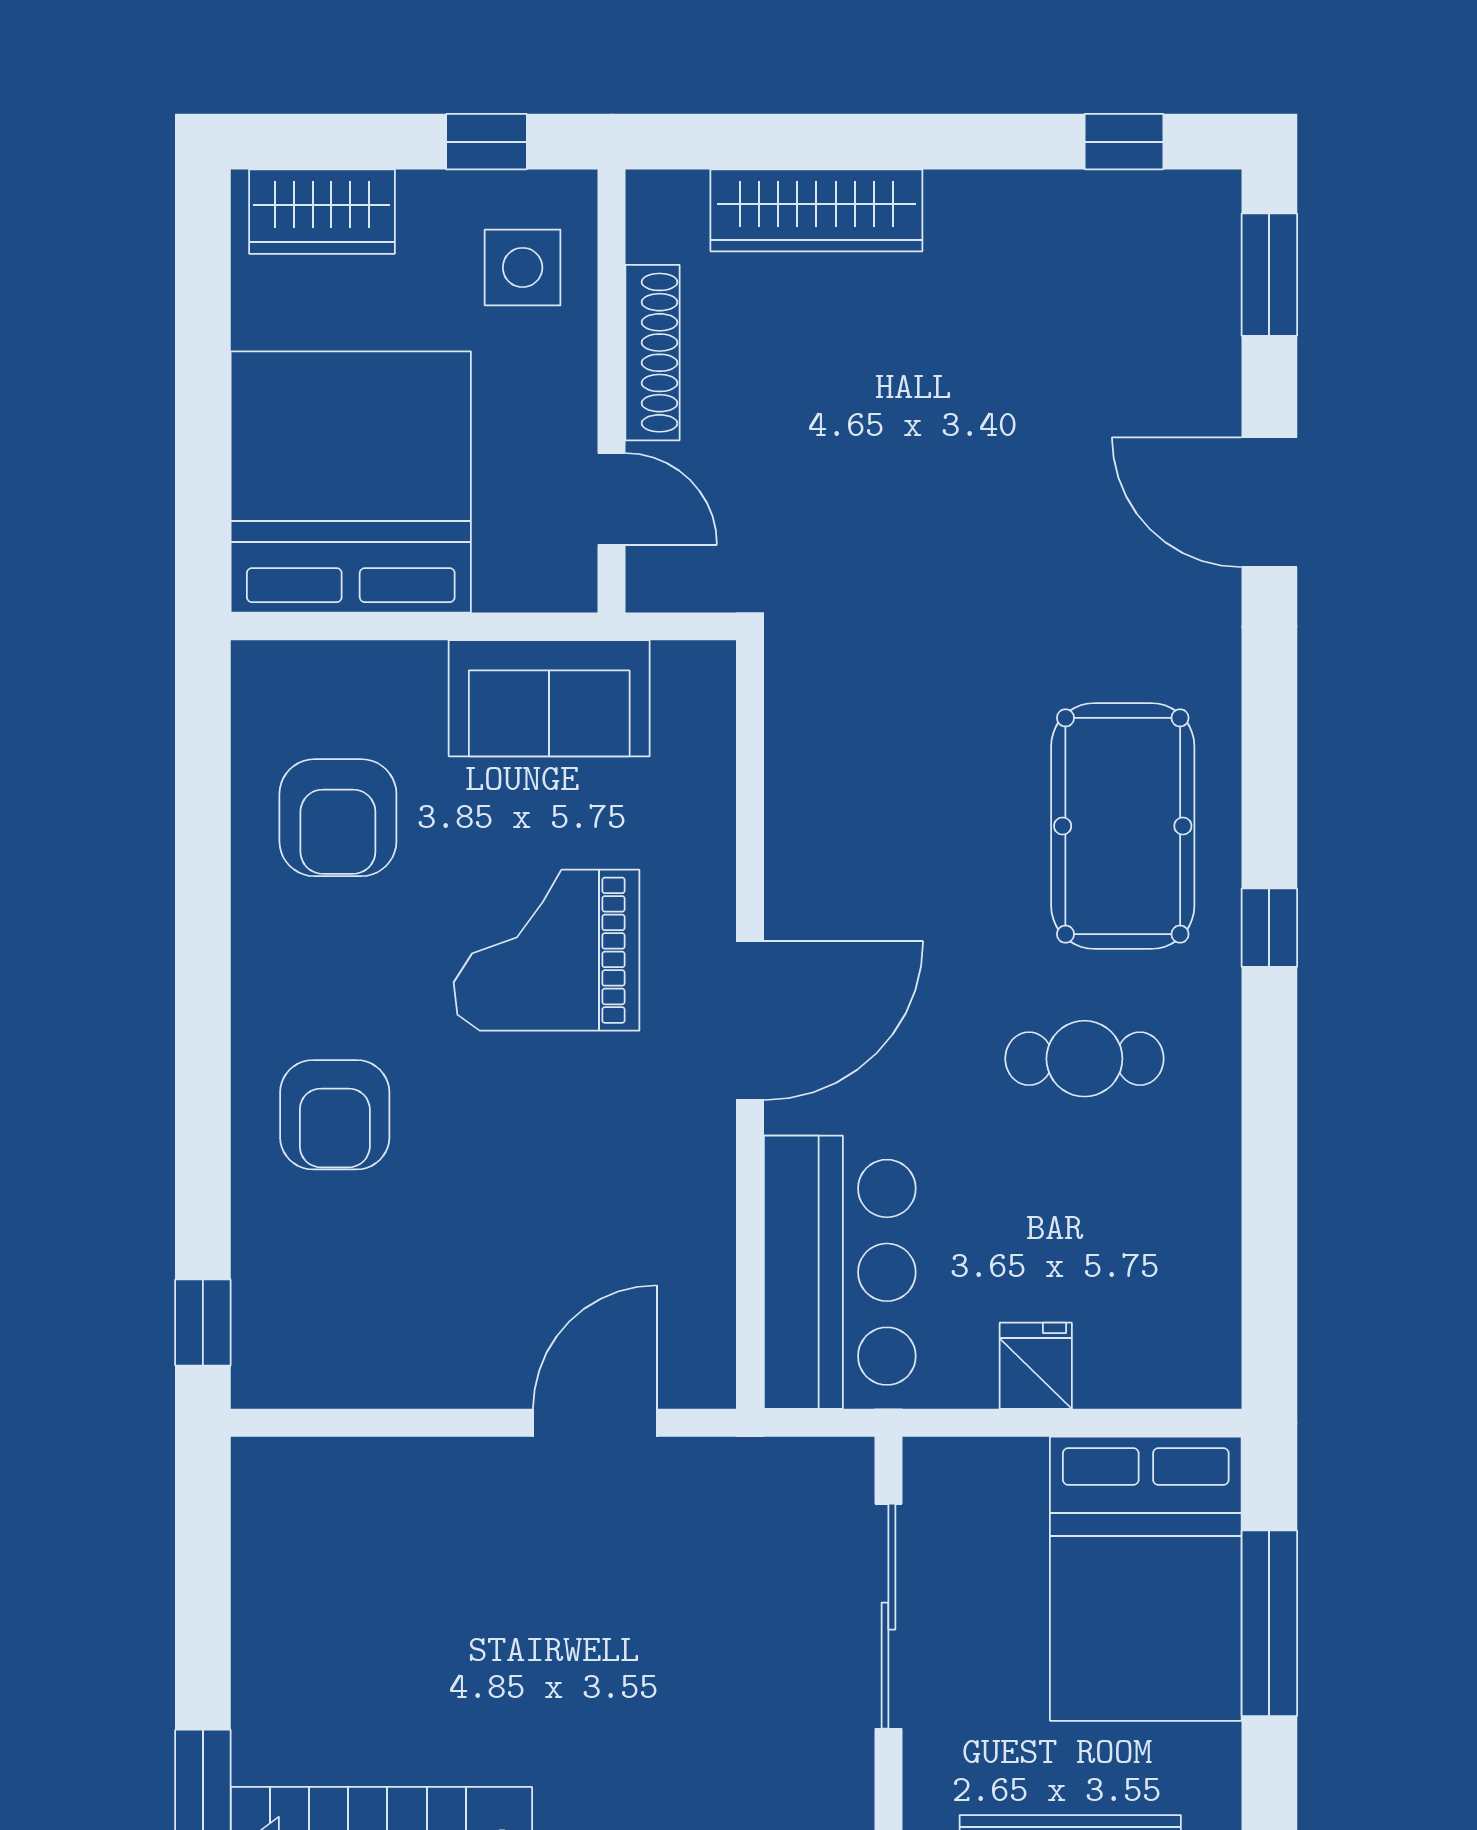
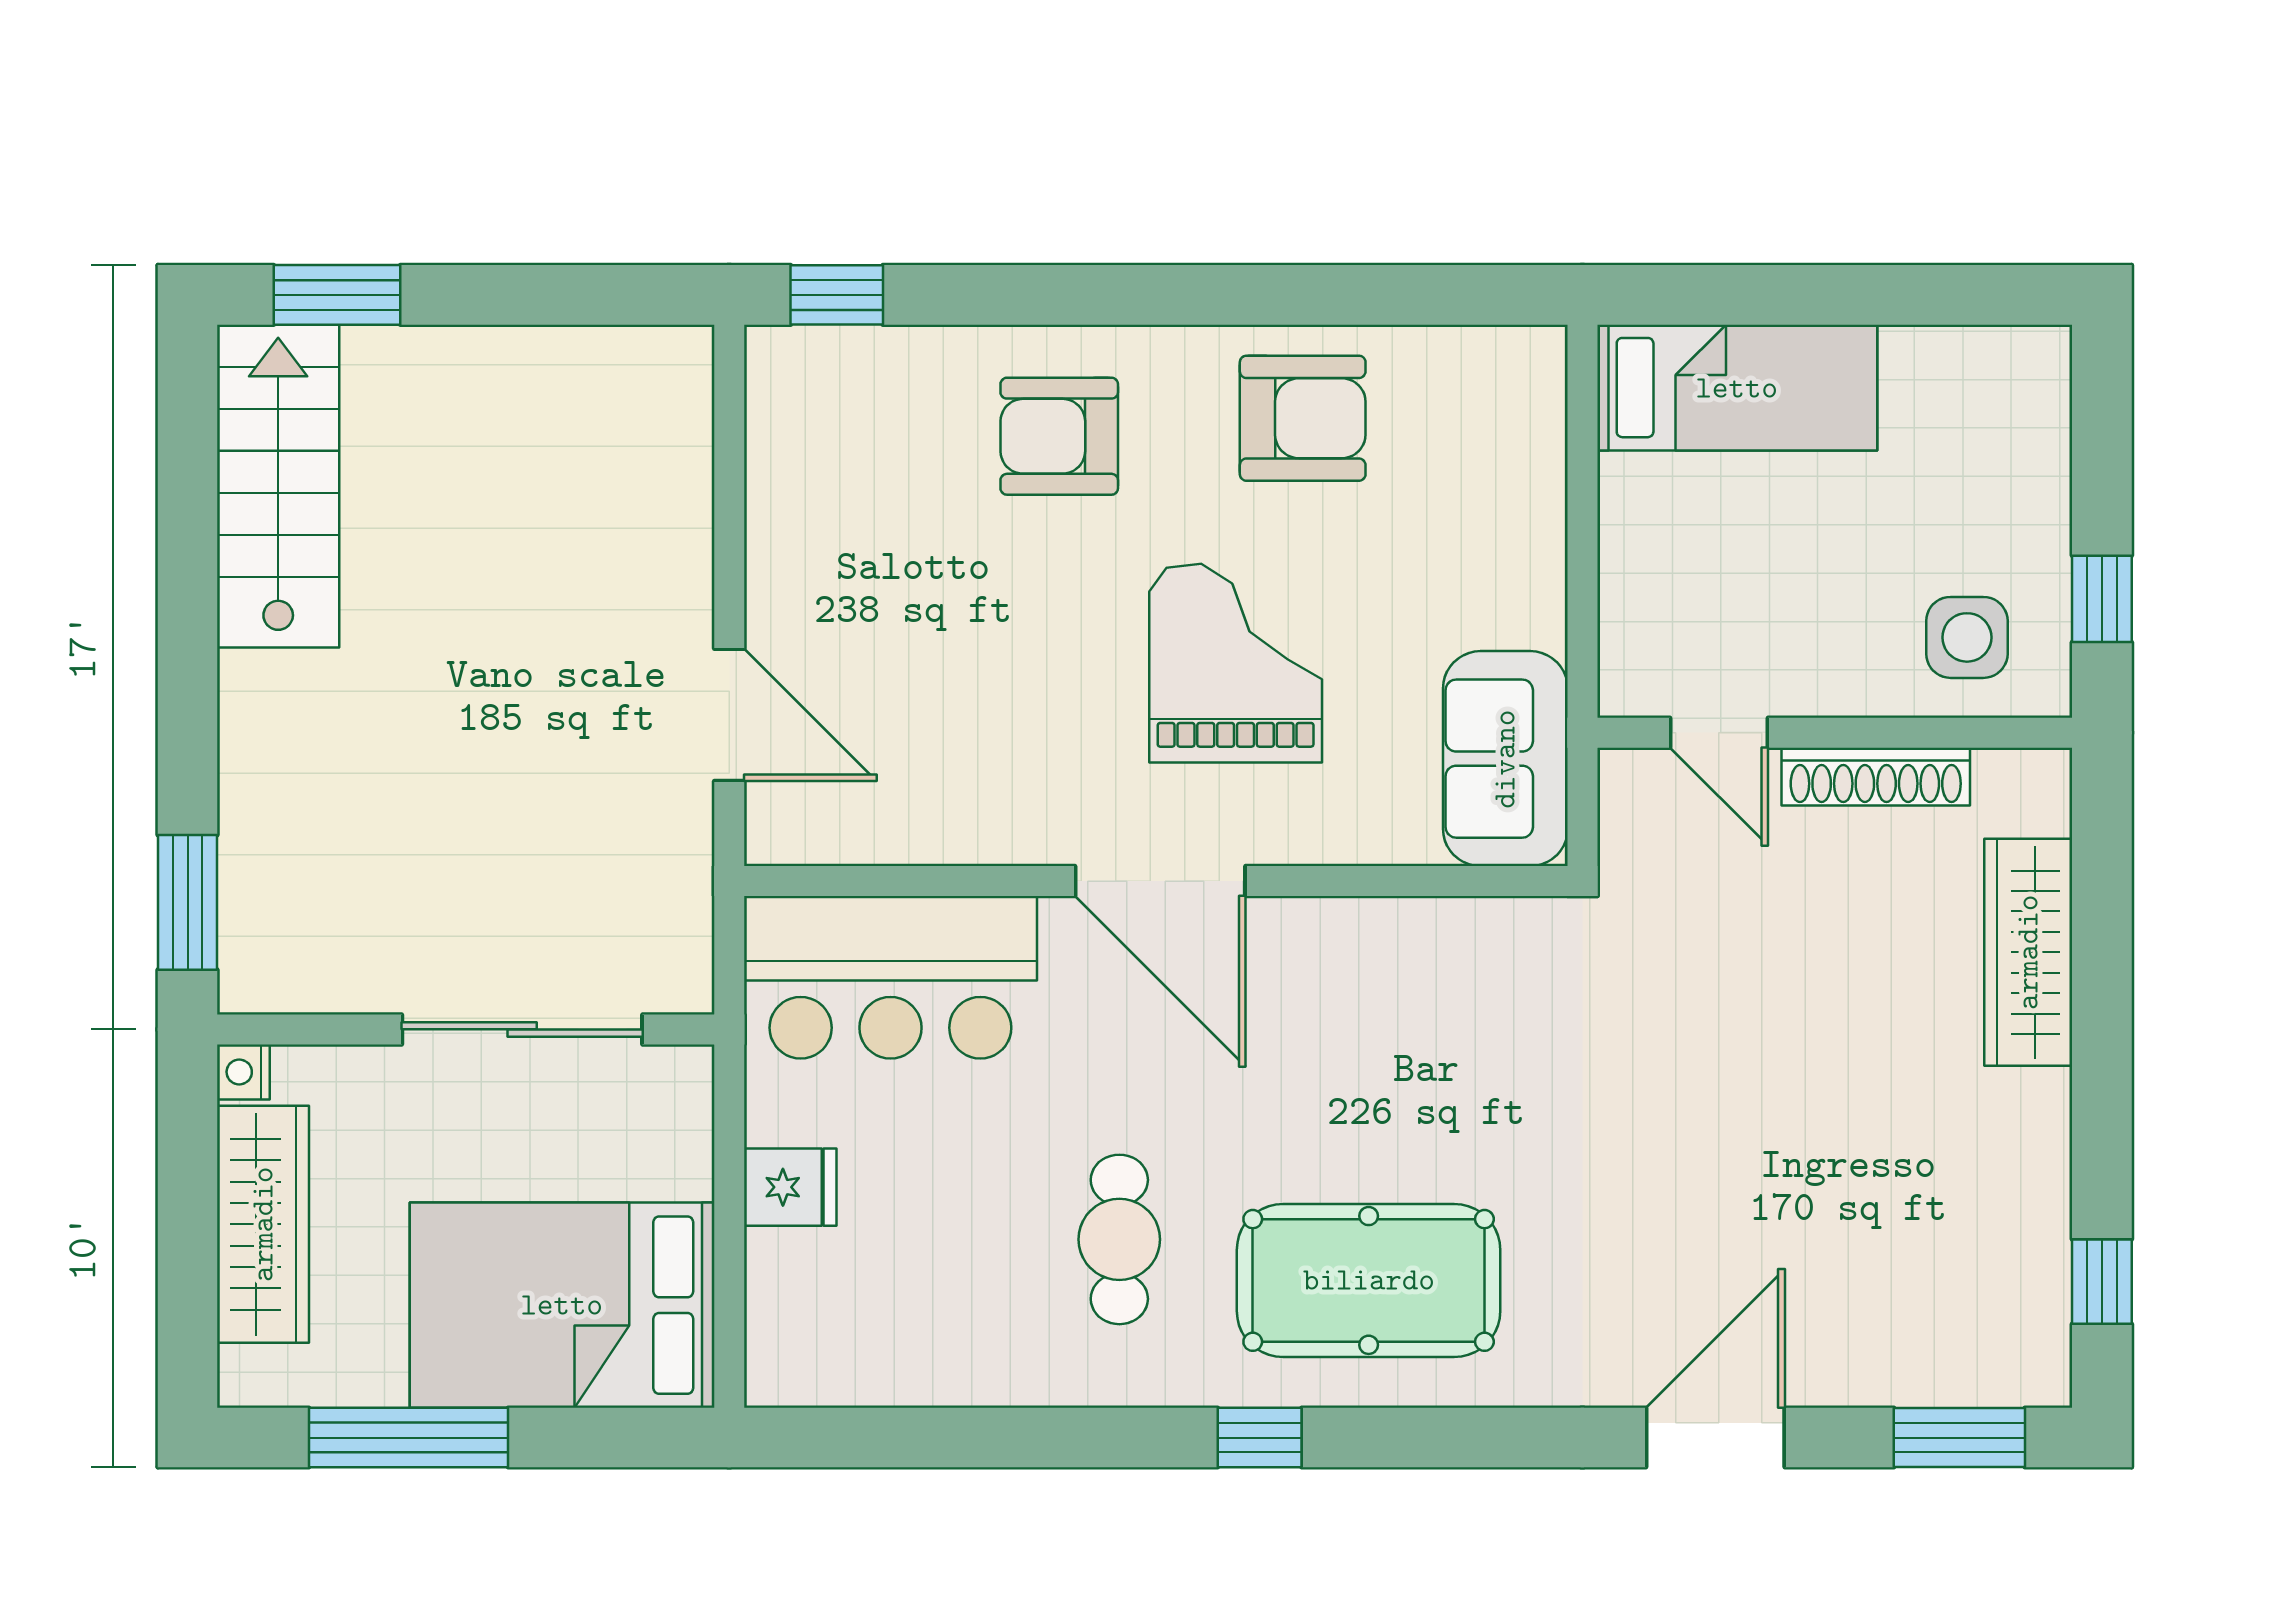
wardrobe: (322, 212) -> (2027, 422), removed
bed: (351, 482) -> (1737, 388), width x0.49
door: (611, 499) -> (1719, 733), hinge flipped
sofa: (549, 698) -> (1505, 759), moved
armchair: (338, 818) -> (1303, 418), moved, turned 180
window: (1269, 1623) -> (409, 1438), moved

